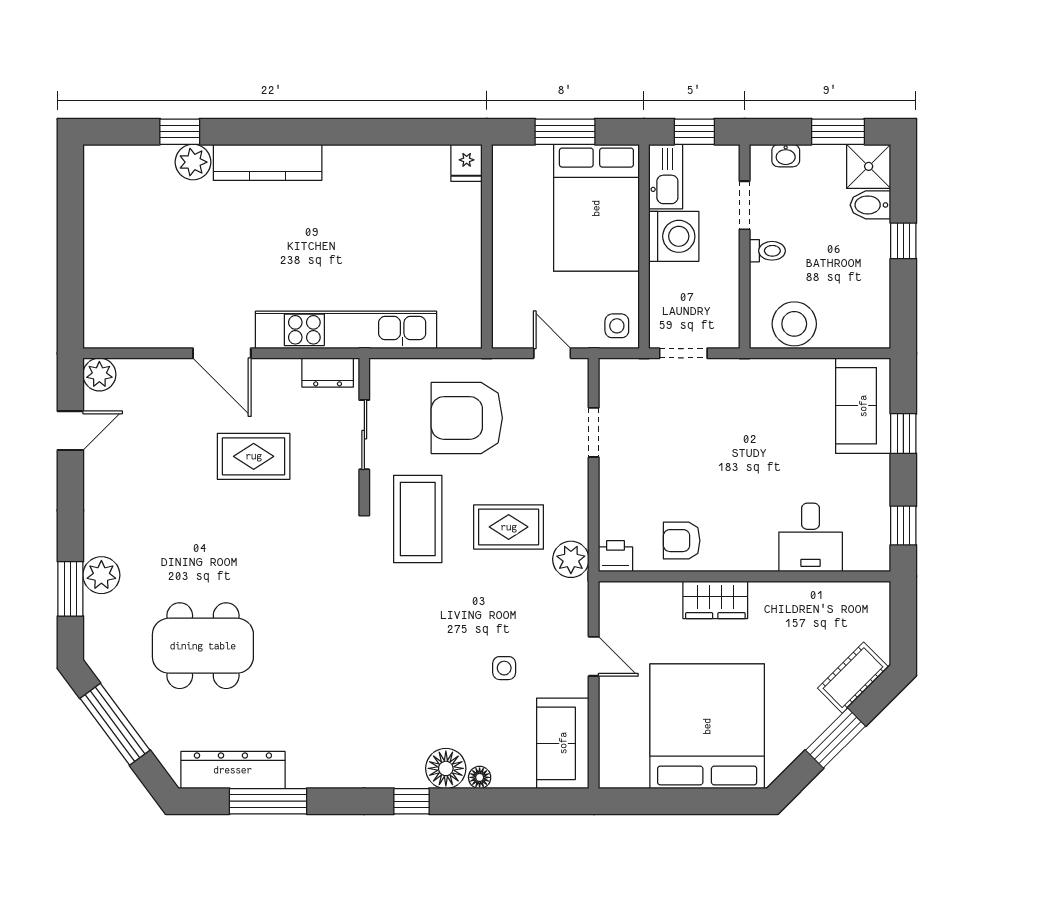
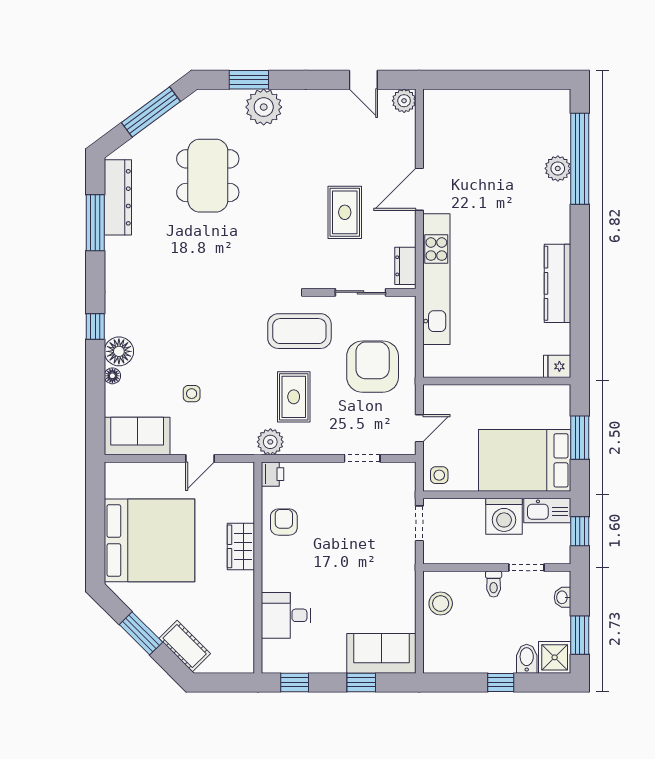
window: (180, 132) -> (580, 159), width x3.17
kitchen counter: (268, 162) -> (558, 283), moved
stool: (794, 324) -> (441, 604), width x0.73, depth x0.73
plant: (101, 575) -> (264, 107), width x1.36, depth x1.36

